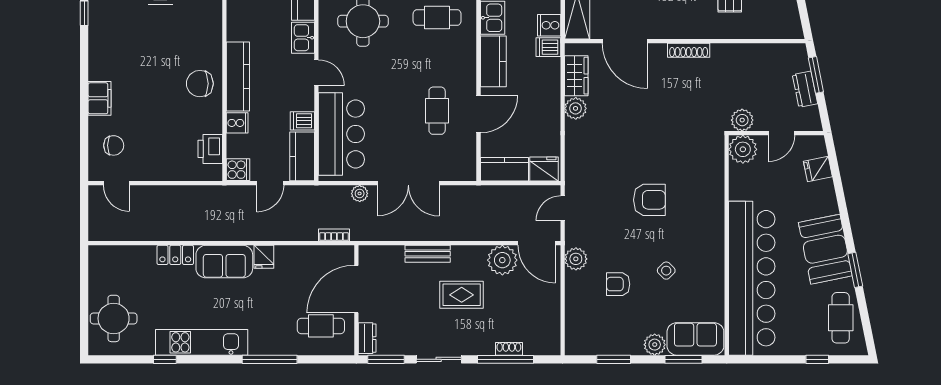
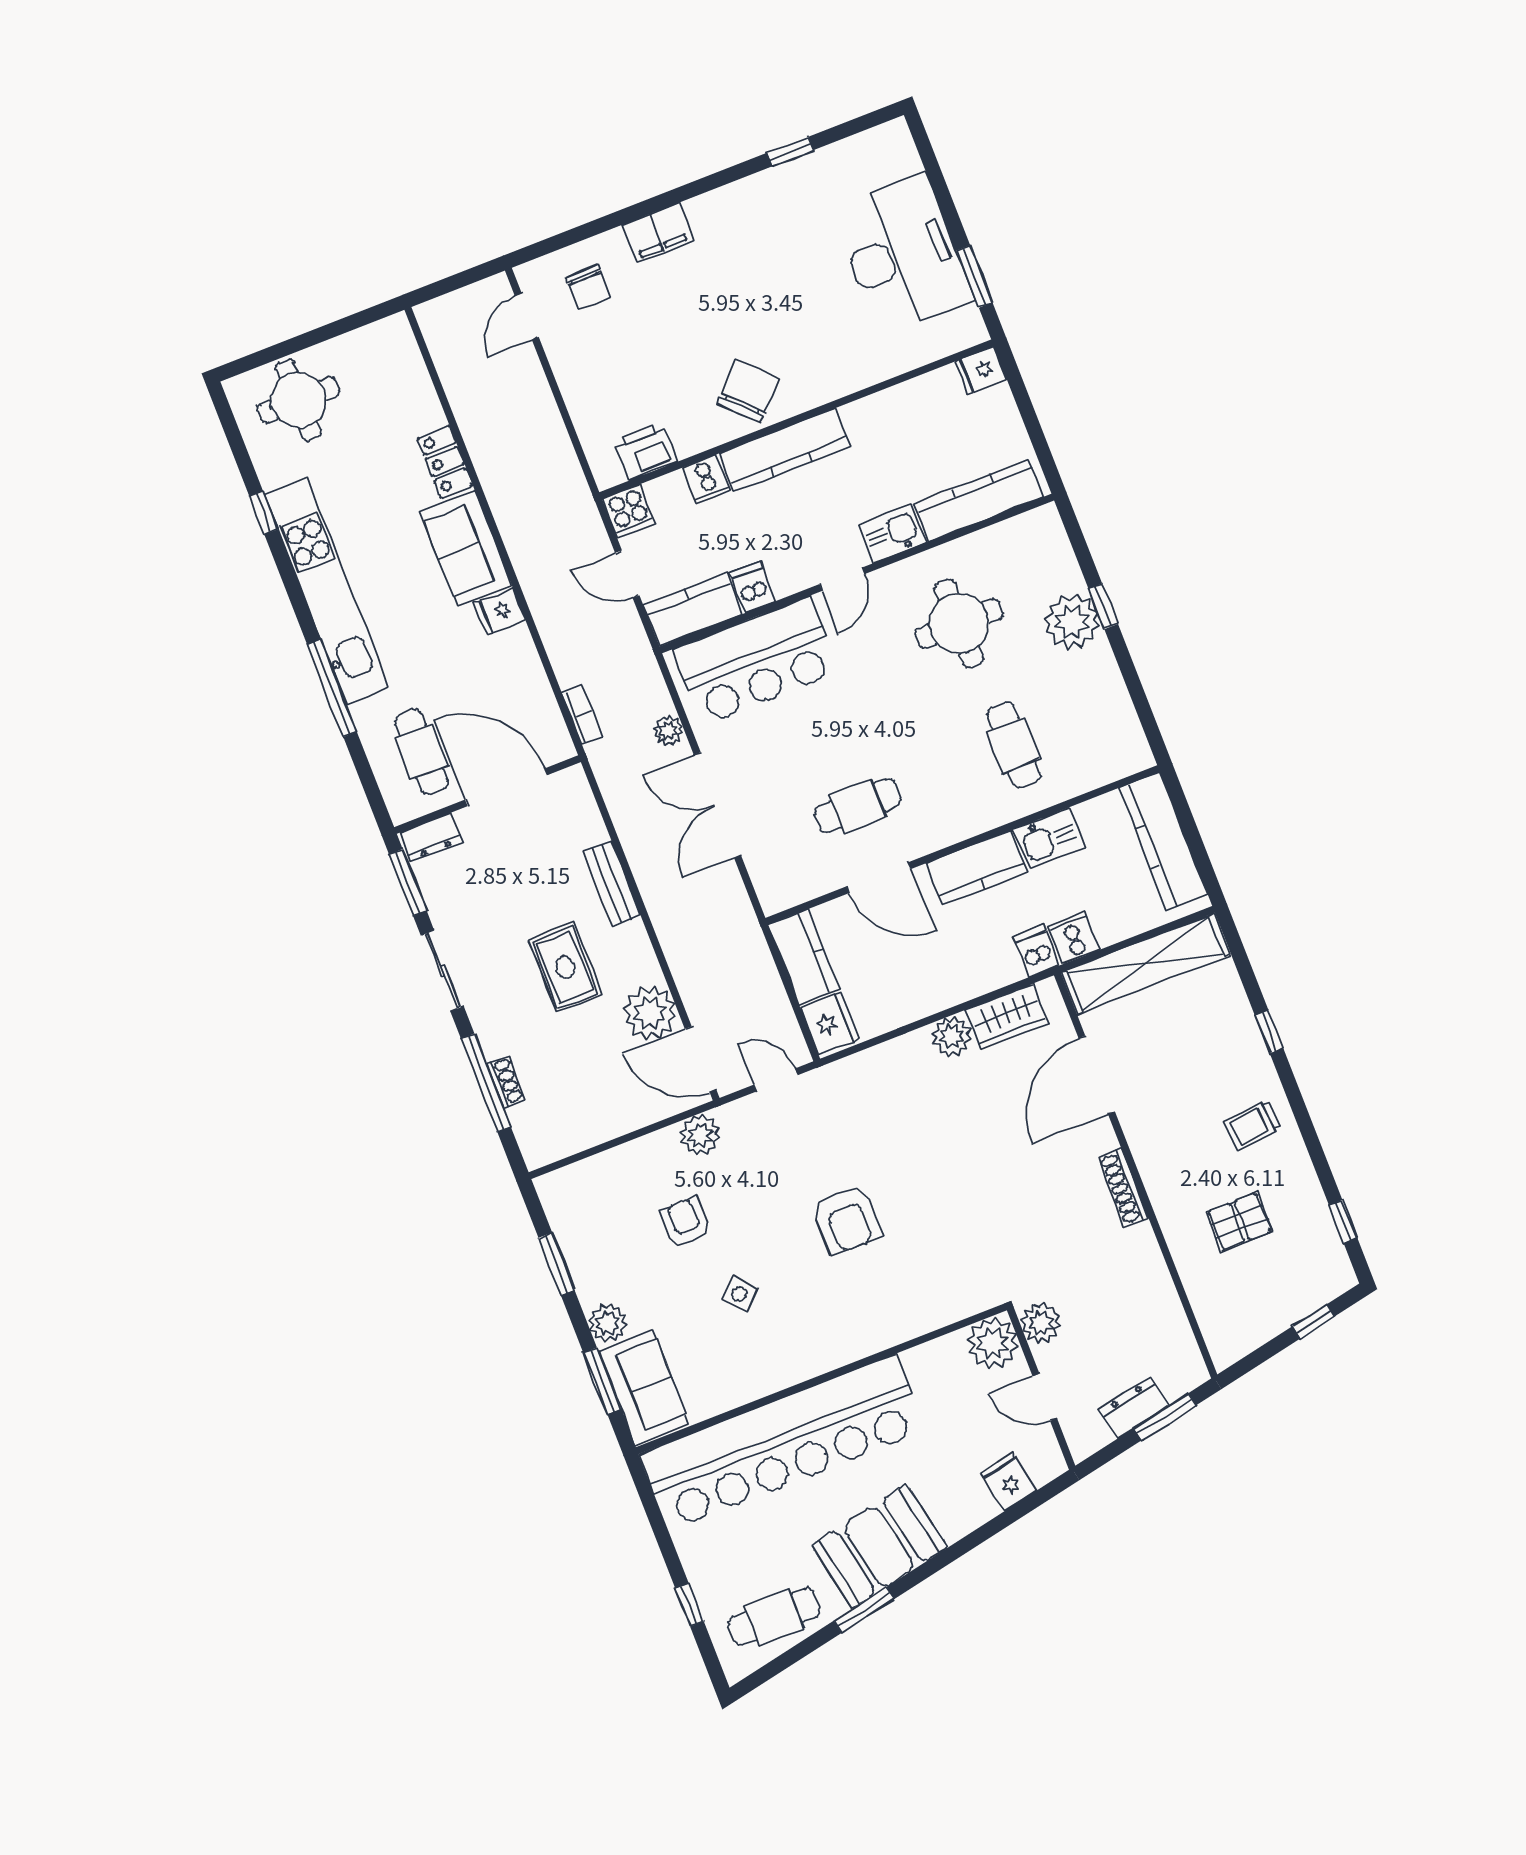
chair: (200, 84) -> (748, 391), turned 45
door: (537, 243) -> (701, 1059), hinge flipped
kitchen unit: (202, 342) -> (327, 591), width x1.36

